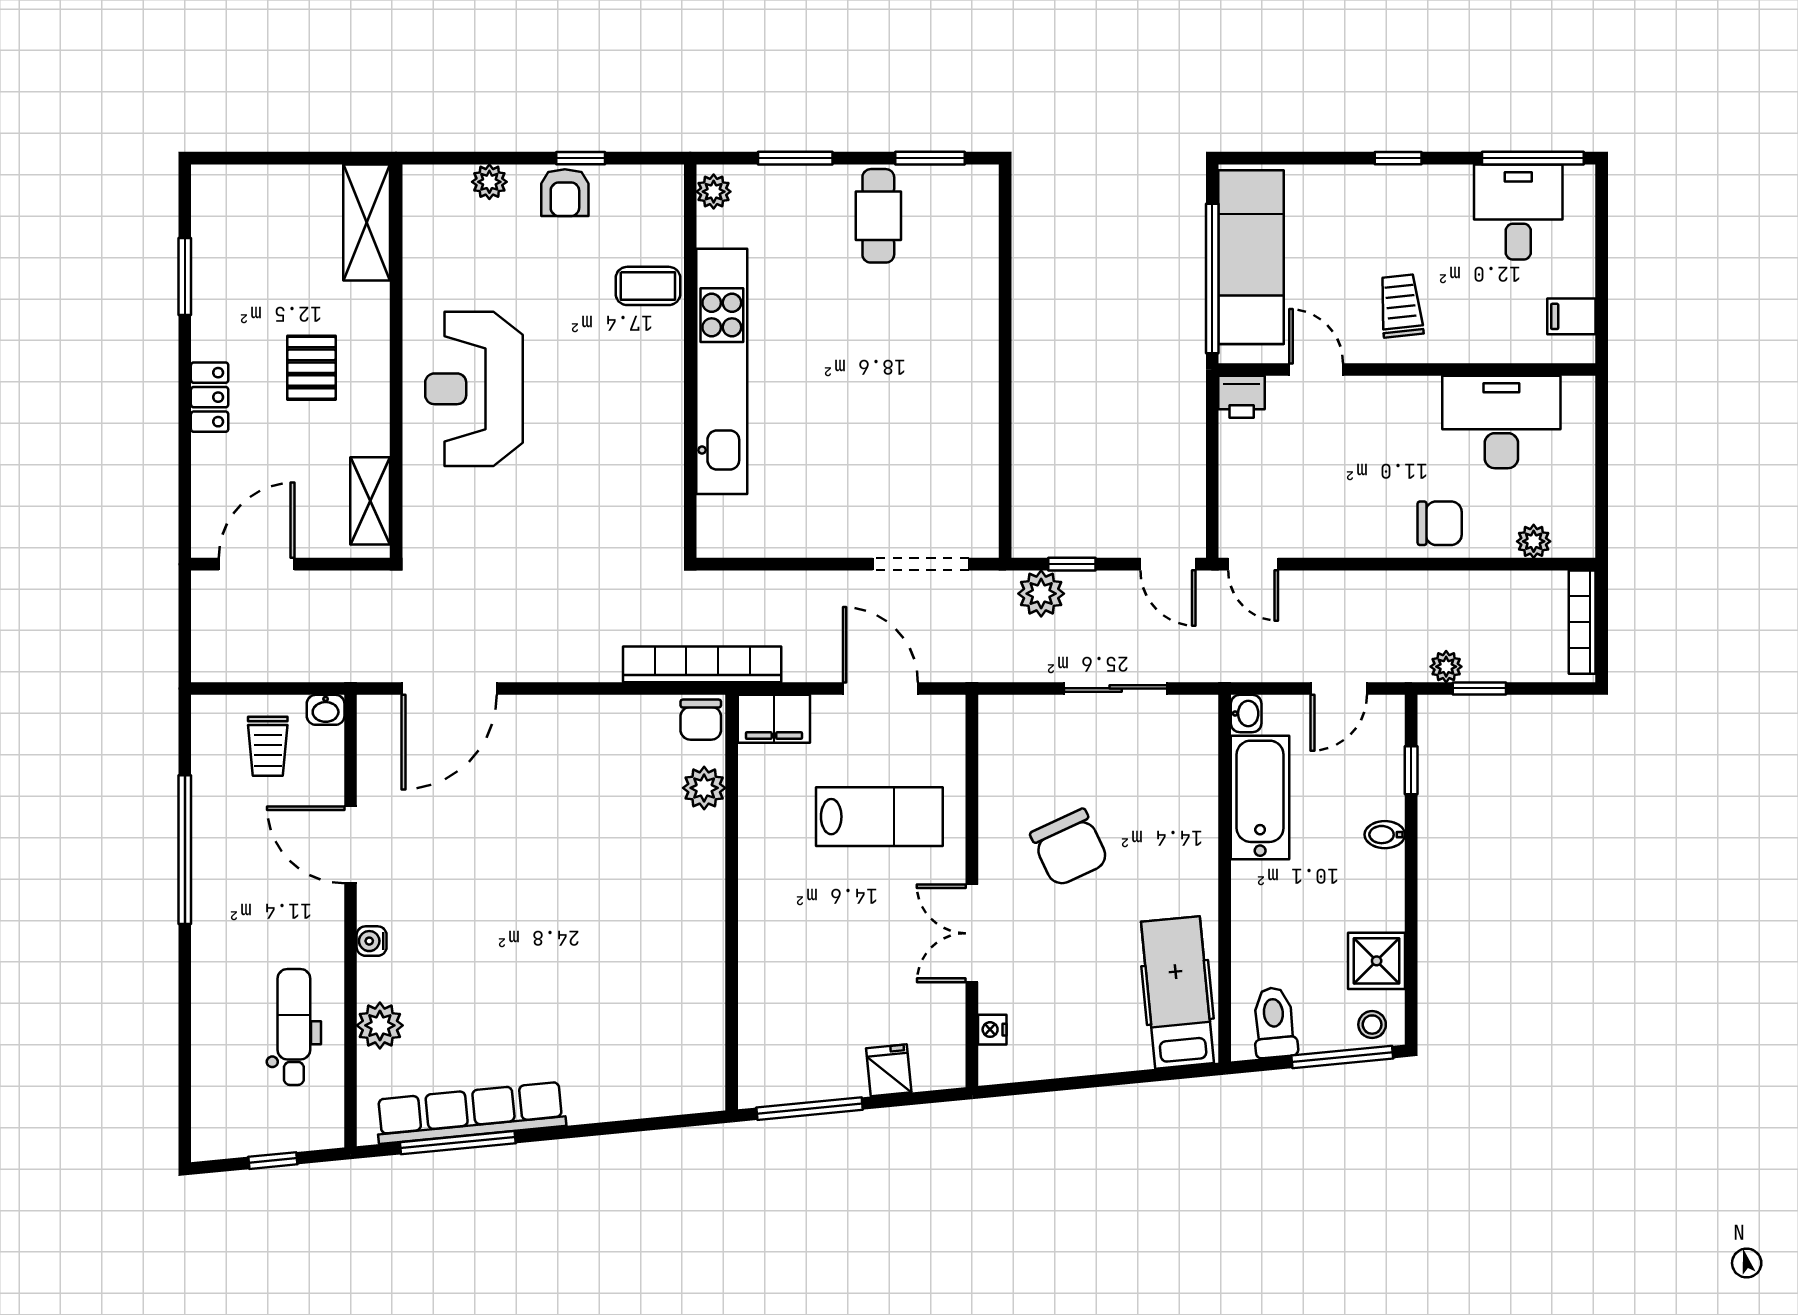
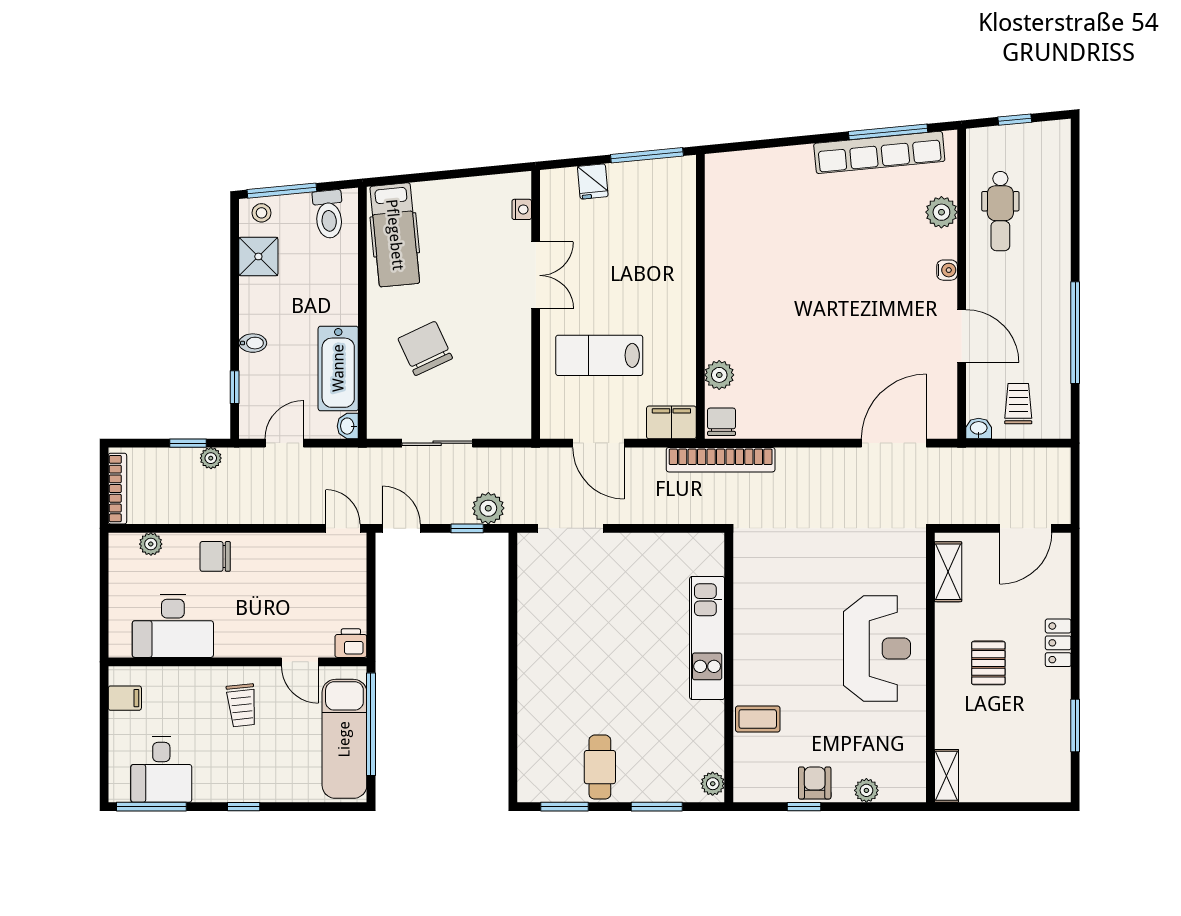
shelving: (367, 222) -> (947, 776), width x0.67, depth x0.75
kitchen unit: (722, 371) -> (707, 638), width x0.73
chair: (1069, 848) -> (425, 348), moved

